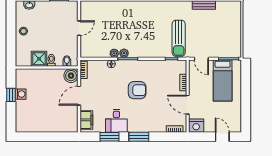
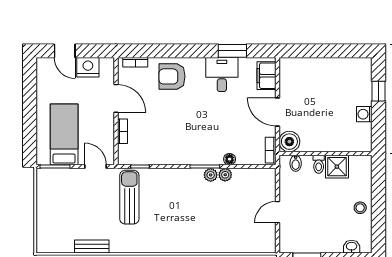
armchair: (137, 90) -> (172, 76), moved
window: (11, 95) -> (379, 91), moved
door: (79, 96) -> (277, 112), swing flipped
nightstand: (196, 126) -> (88, 67), moved
window: (139, 137) -> (188, 51), removed

